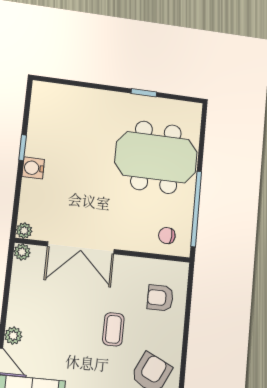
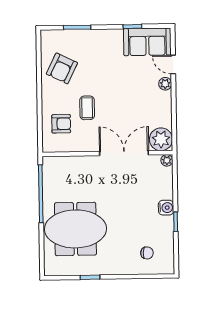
chair: (167, 236) -> (147, 253), moved
plant: (22, 252) -> (161, 139), width x1.88, depth x1.88
coffee table: (113, 329) -> (87, 108), moved

